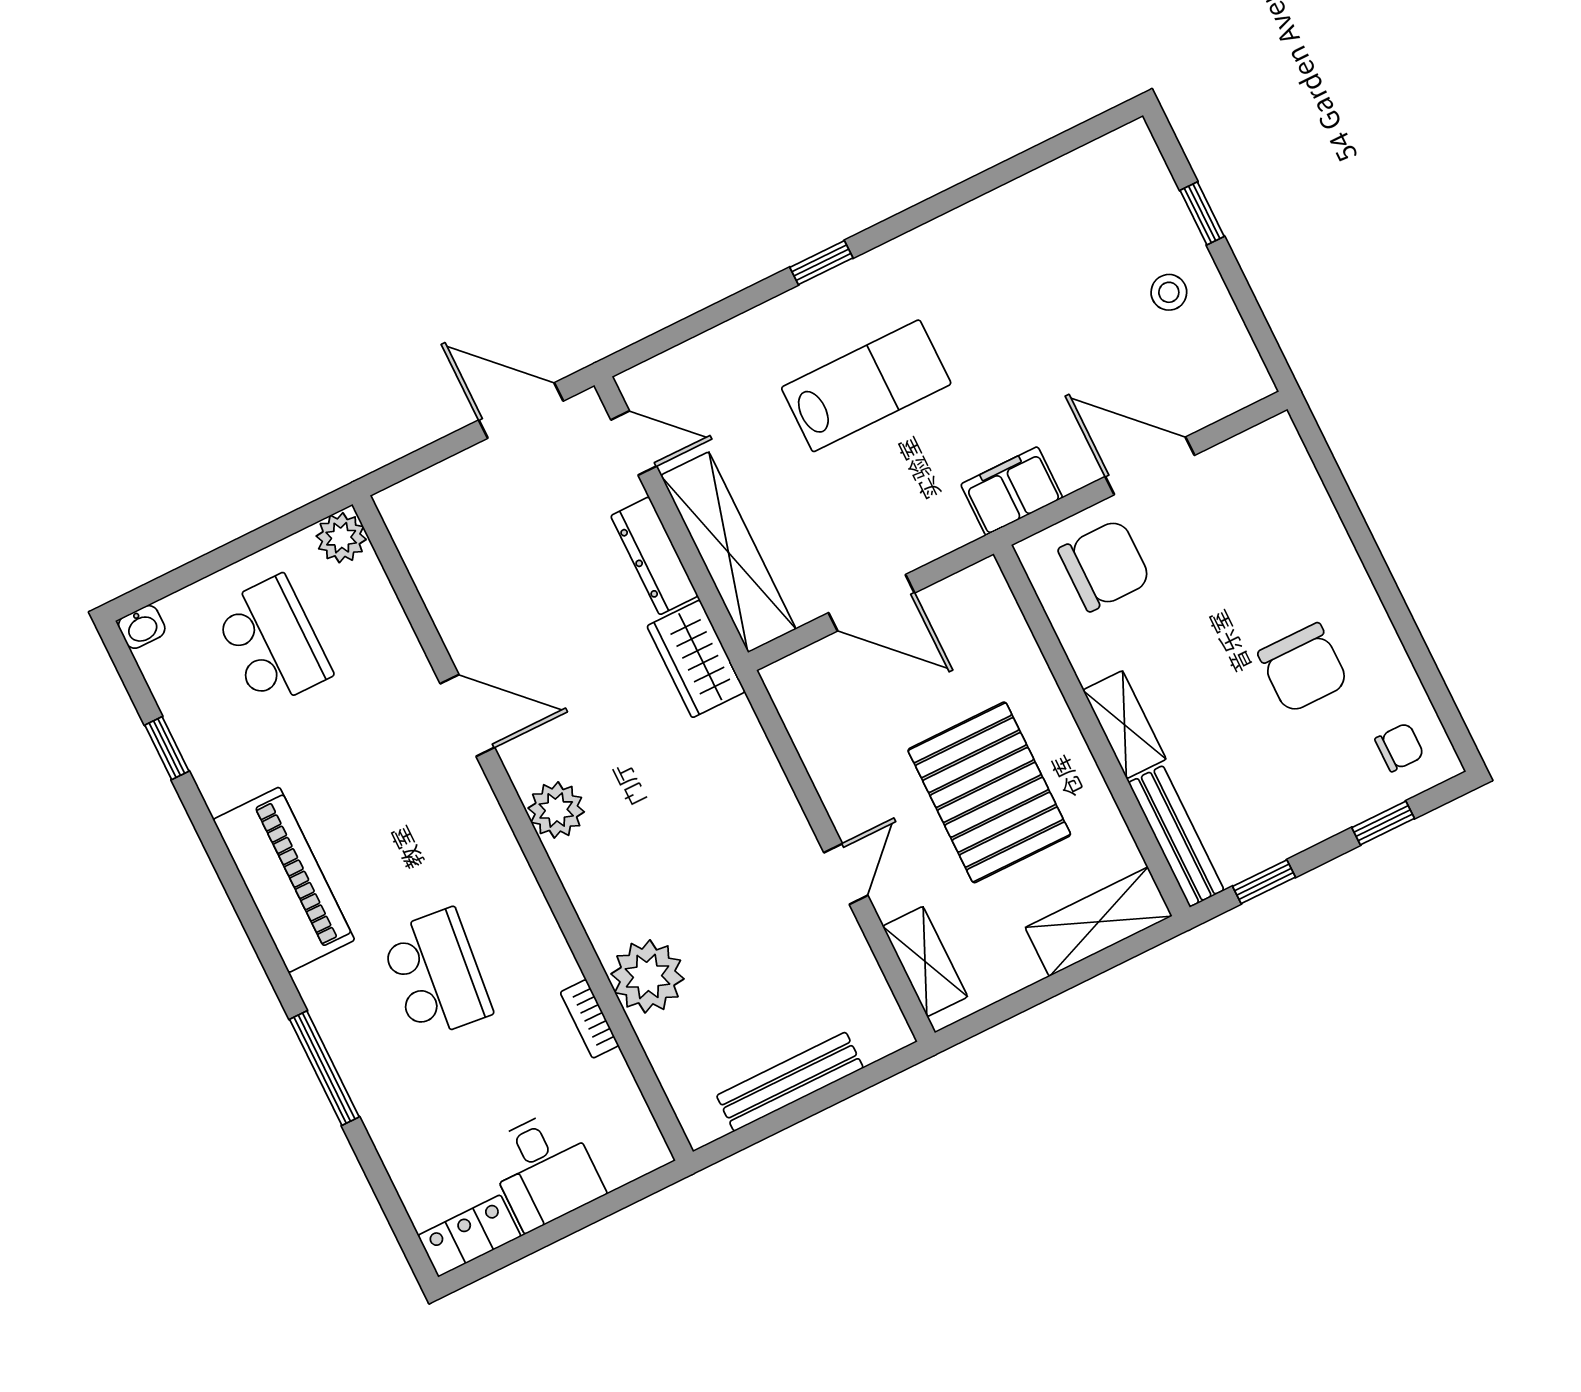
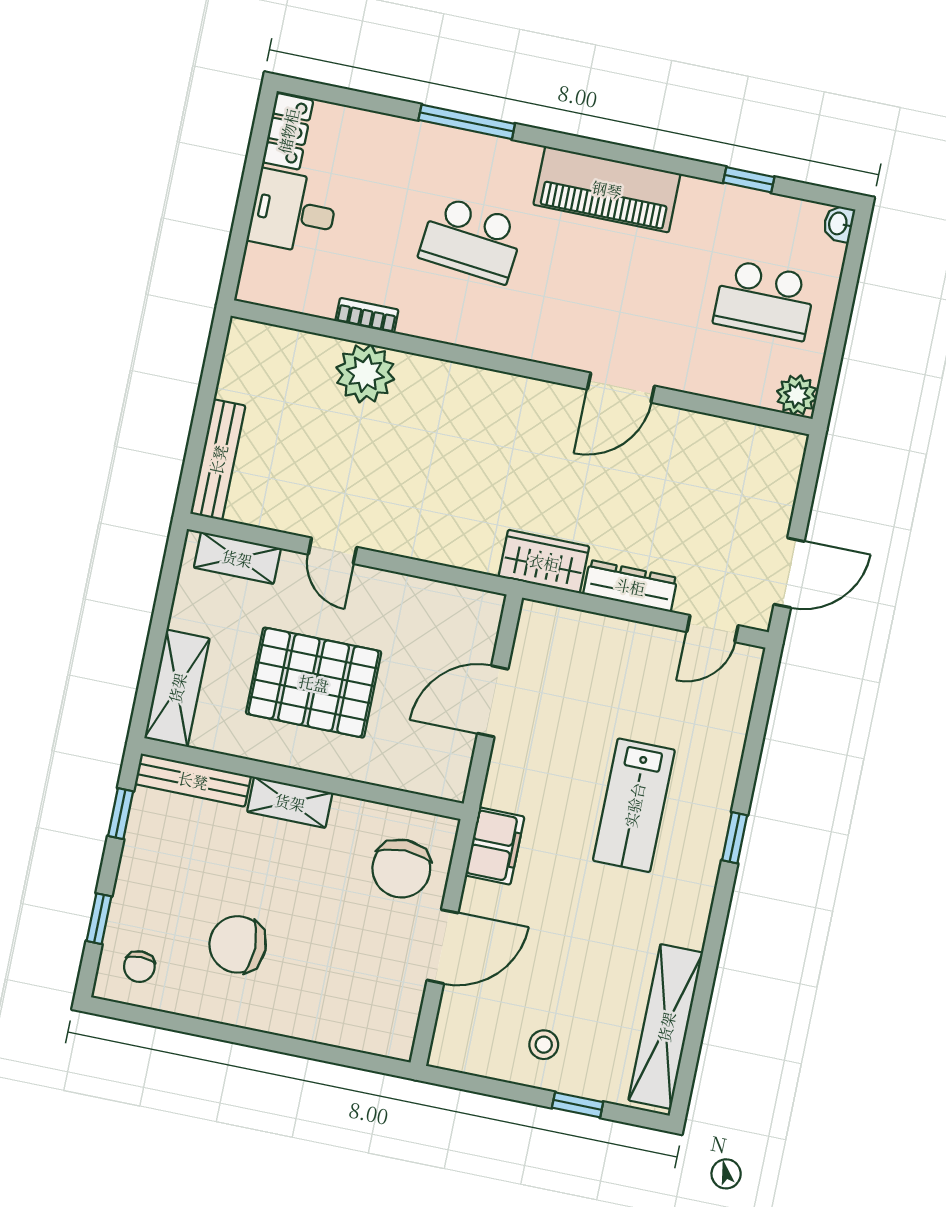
shelving: (728, 552) -> (666, 1027), moved, turned 90
plant: (556, 810) -> (517, 398), removed
bench: (790, 1082) -> (218, 460), moved

